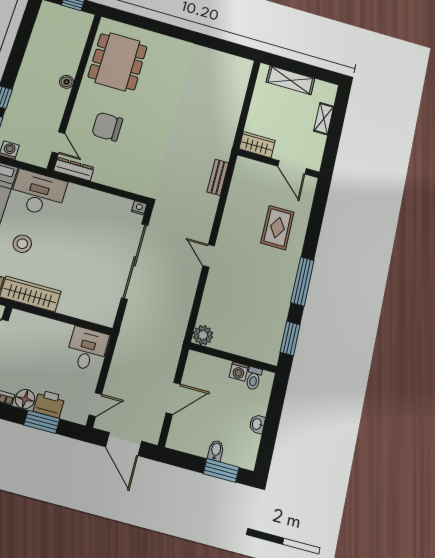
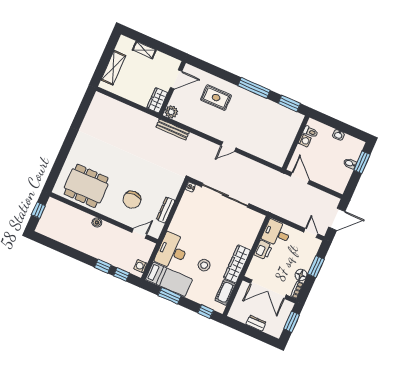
dresser: (74, 169) -> (166, 210), moved
bench: (218, 177) -> (173, 130), width x1.36
plant: (203, 335) -> (171, 112), moved
door: (173, 398) -> (300, 178), moved
printer: (49, 404) -> (263, 250), moved, turned 180

